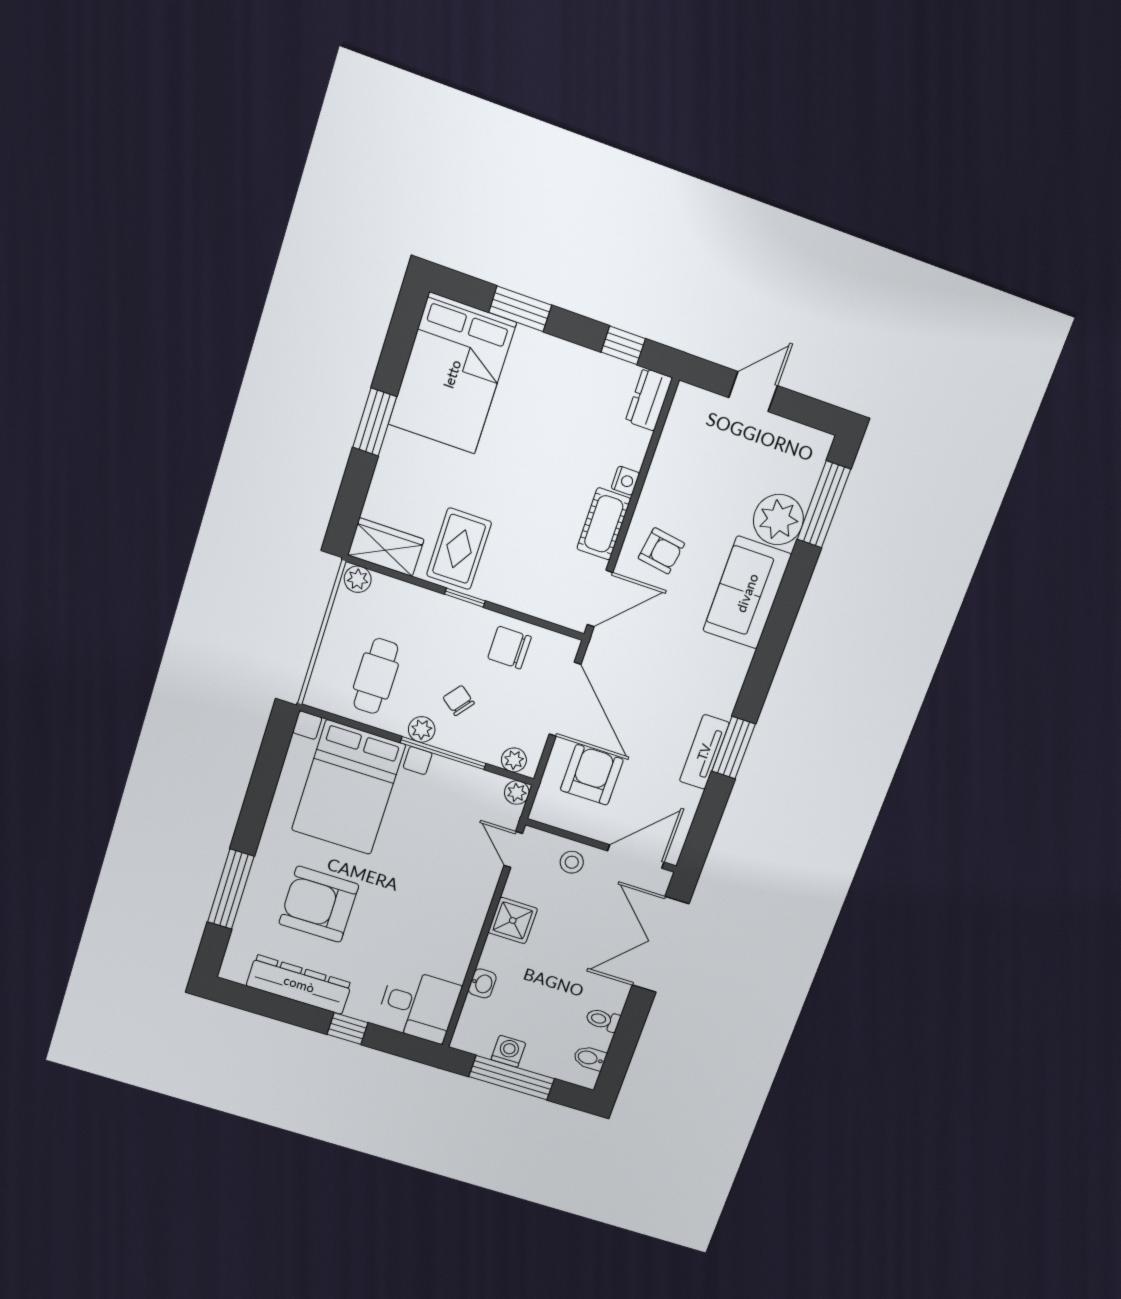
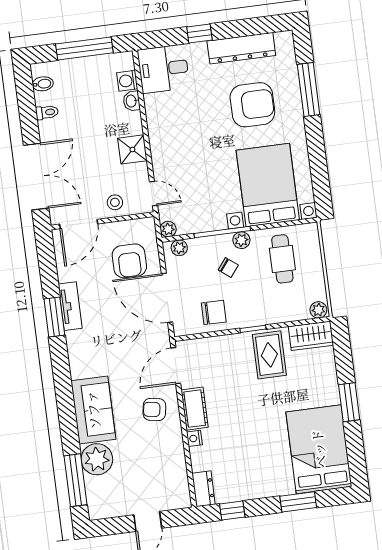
washing machine: (508, 1051) -> (127, 81), moved, turned 90

